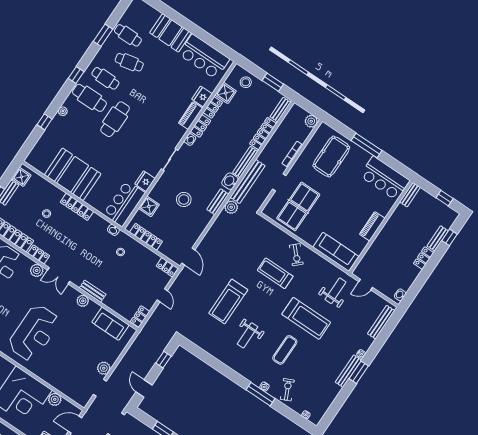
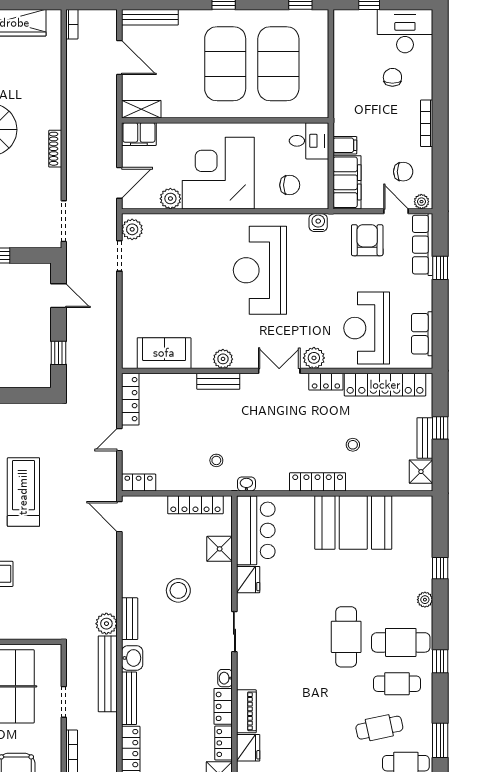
door: (162, 295) -> (119, 440), hinge flipped
locker: (140, 317) -> (130, 399), width x1.53
plant: (104, 368) -> (132, 229), moved

